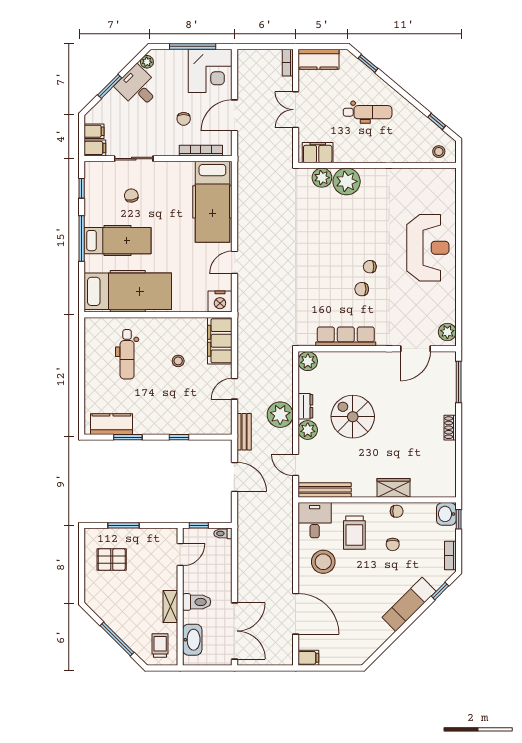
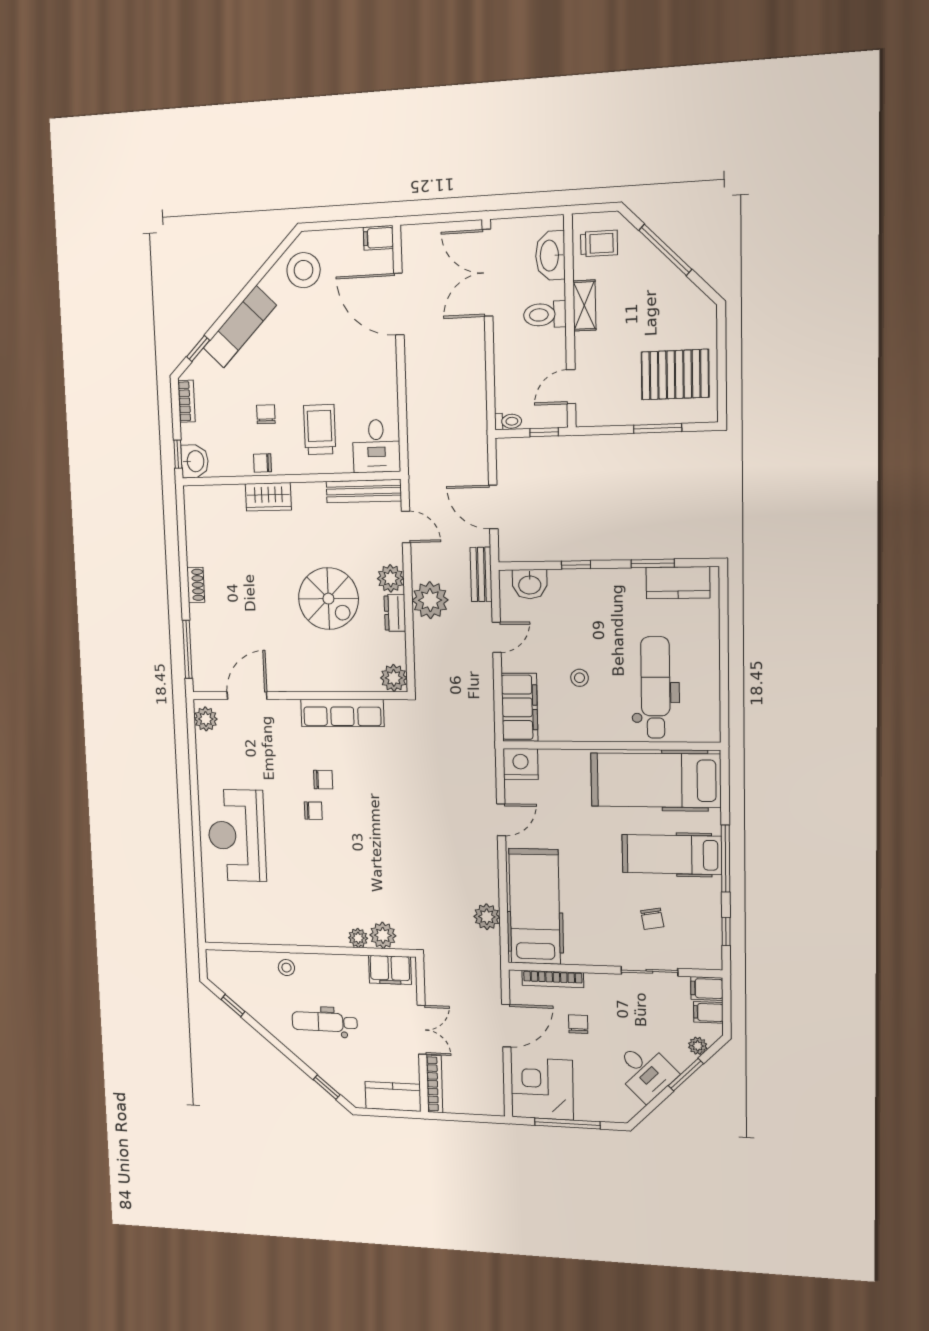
plant: (147, 62) -> (698, 1046), moved
bookcase: (288, 63) -> (434, 1084), width x1.56
stool: (439, 152) -> (286, 968), moved
plant: (347, 181) -> (358, 938), width x0.53, depth x0.53
plant: (246, 193) -> (487, 917), added
dental chair: (127, 354) -> (655, 688), width x1.36, depth x1.38
washbasin: (211, 425) -> (530, 584), added
pallet: (112, 560) -> (675, 375), width x1.50, depth x1.42
stool: (323, 562) -> (304, 270), moved
trolley: (160, 646) -> (599, 244), turned -90

